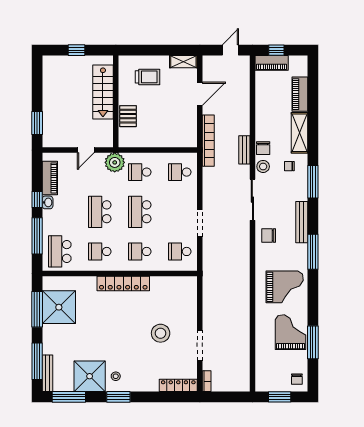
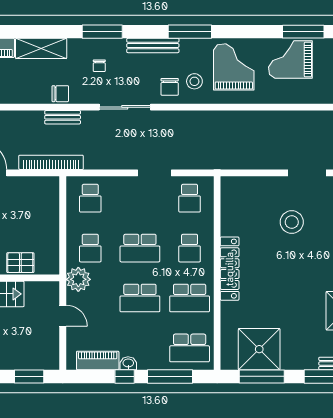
stool: (263, 166) -> (194, 81), moved
chair: (289, 166) -> (99, 66), moved
school desk: (100, 251) -> (190, 298), width x1.85

